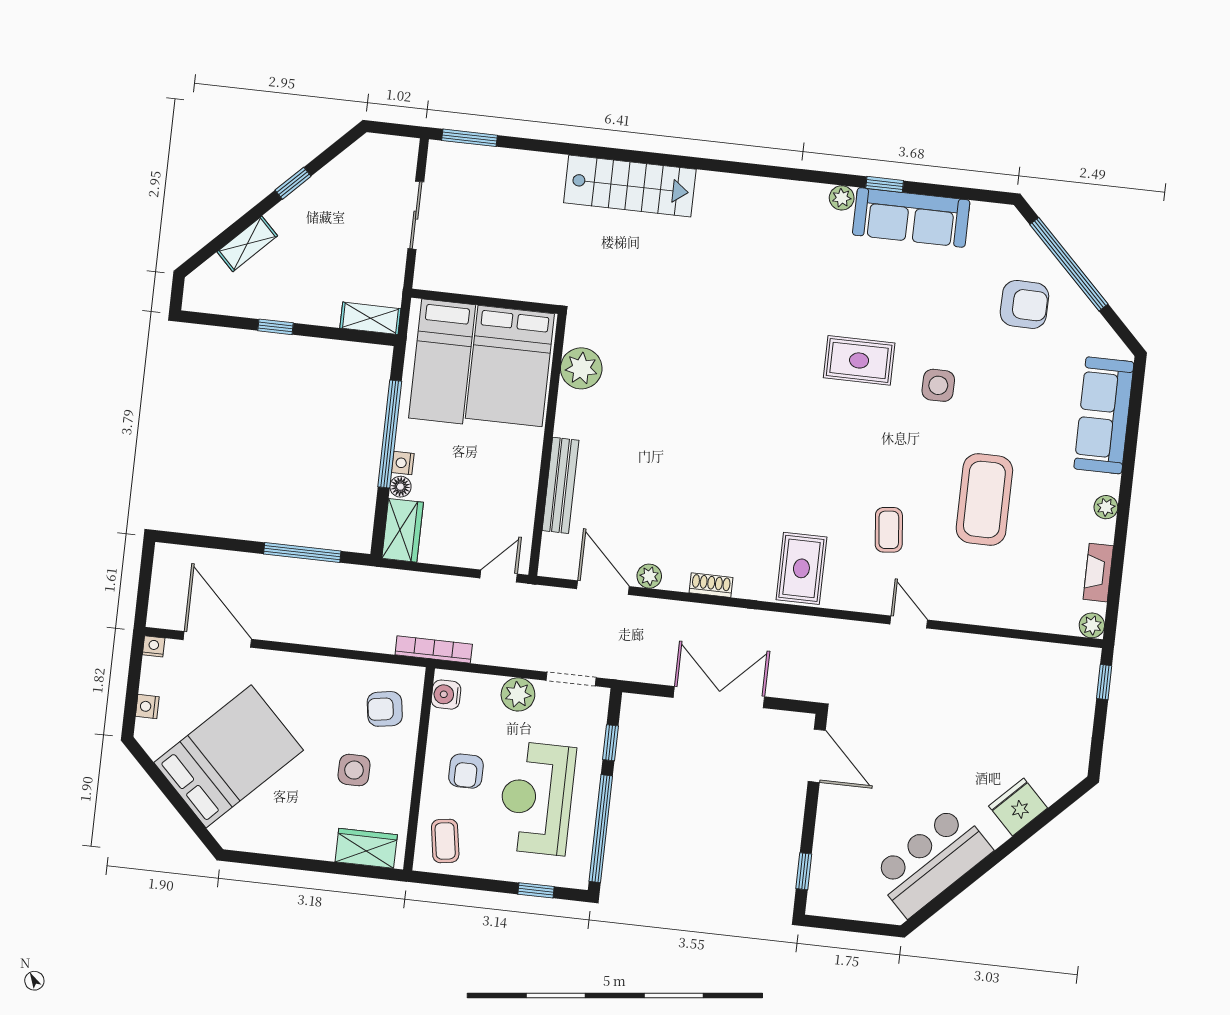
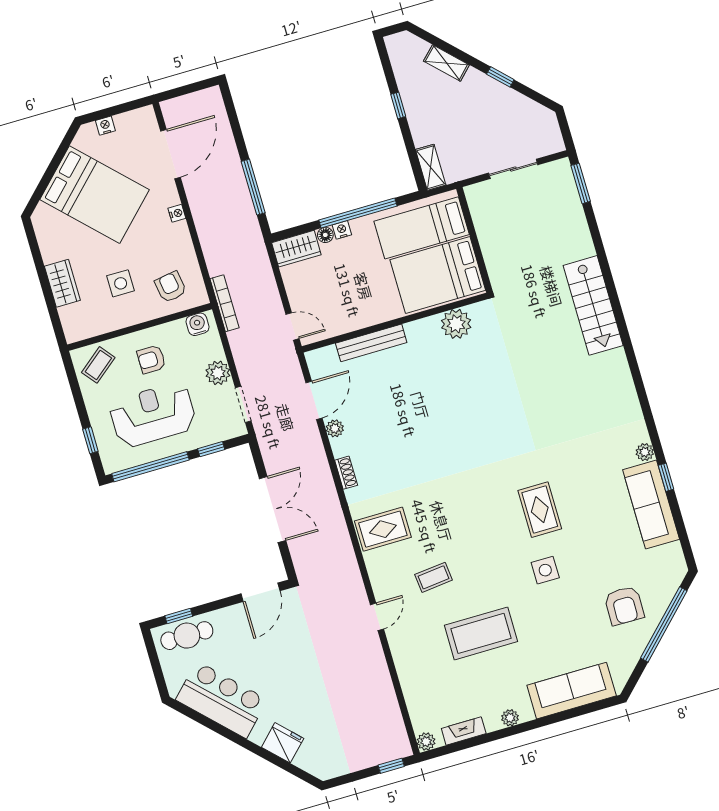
nightstand: (154, 646) -> (177, 213), moved
coffee table: (445, 841) -> (98, 365), turned -30
wardrobe: (366, 848) -> (62, 283), moved
cafe table: (833, 871) -> (187, 636), added

